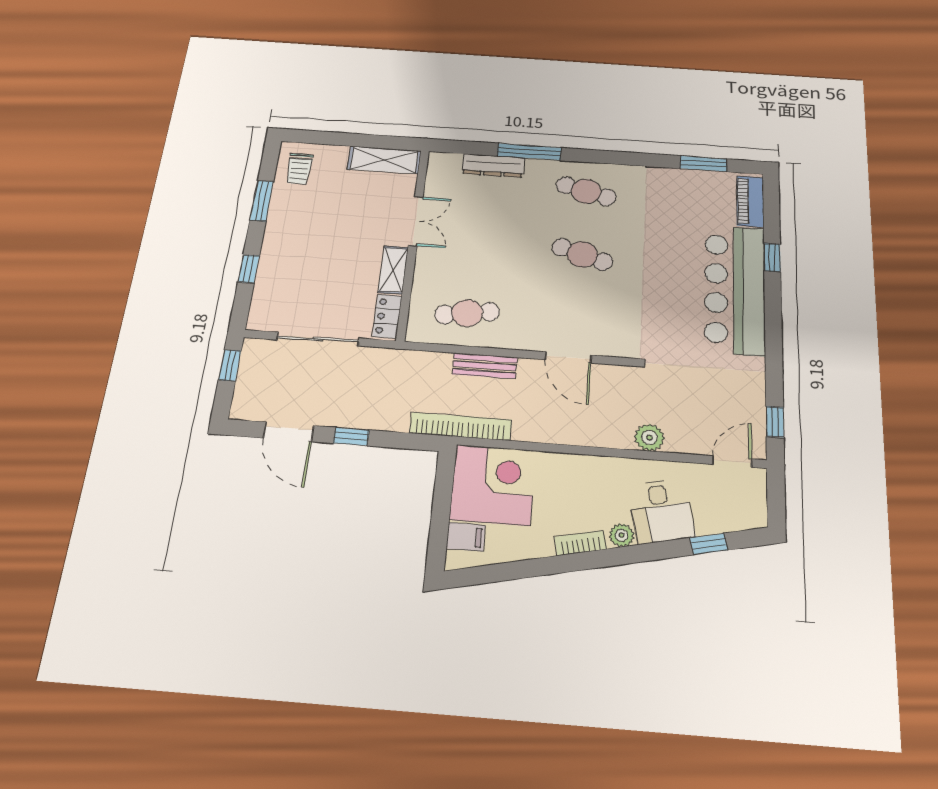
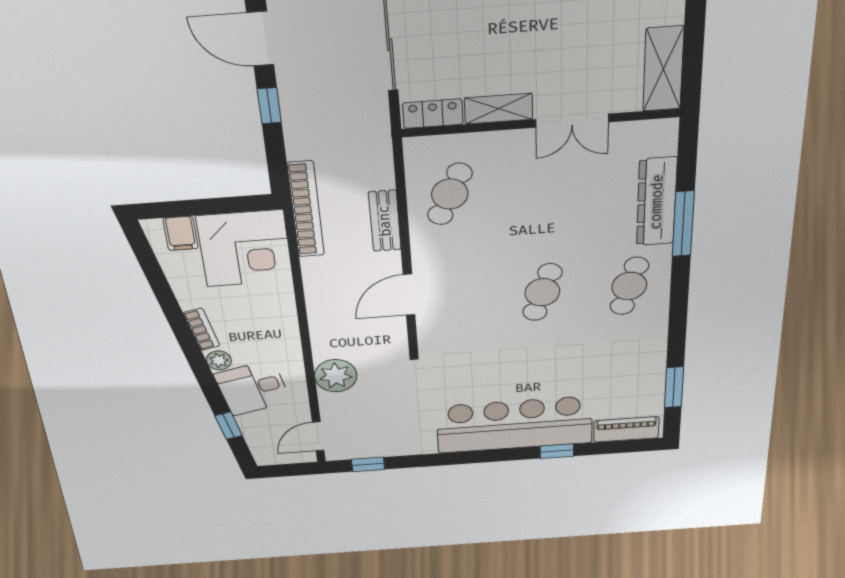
dresser: (493, 166) -> (657, 202), width x1.37, depth x1.24
cafe table: (467, 313) -> (450, 194), turned 33
door: (289, 432) -> (260, 39), hinge flipped
plant: (649, 437) -> (336, 376), width x1.36, depth x1.36
door: (732, 462) -> (318, 436), swing flipped

